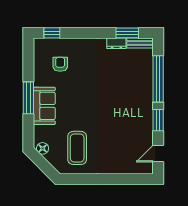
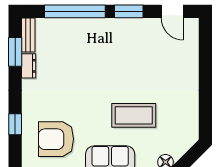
window: (52, 33) -> (15, 124), moved
armchair: (60, 64) -> (56, 139), width x1.88, depth x1.88
coffee table: (77, 148) -> (134, 115), moved

